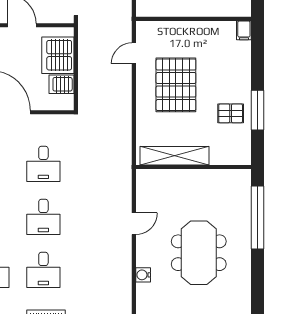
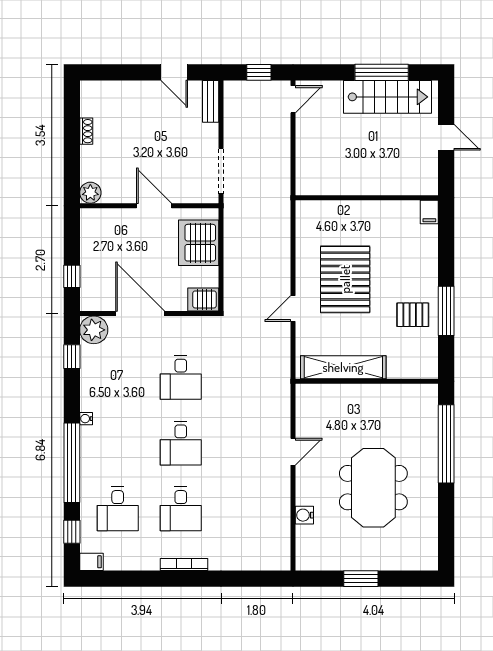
door: (134, 53) -> (293, 308), moved
server rack: (62, 84) -> (203, 299), moved

